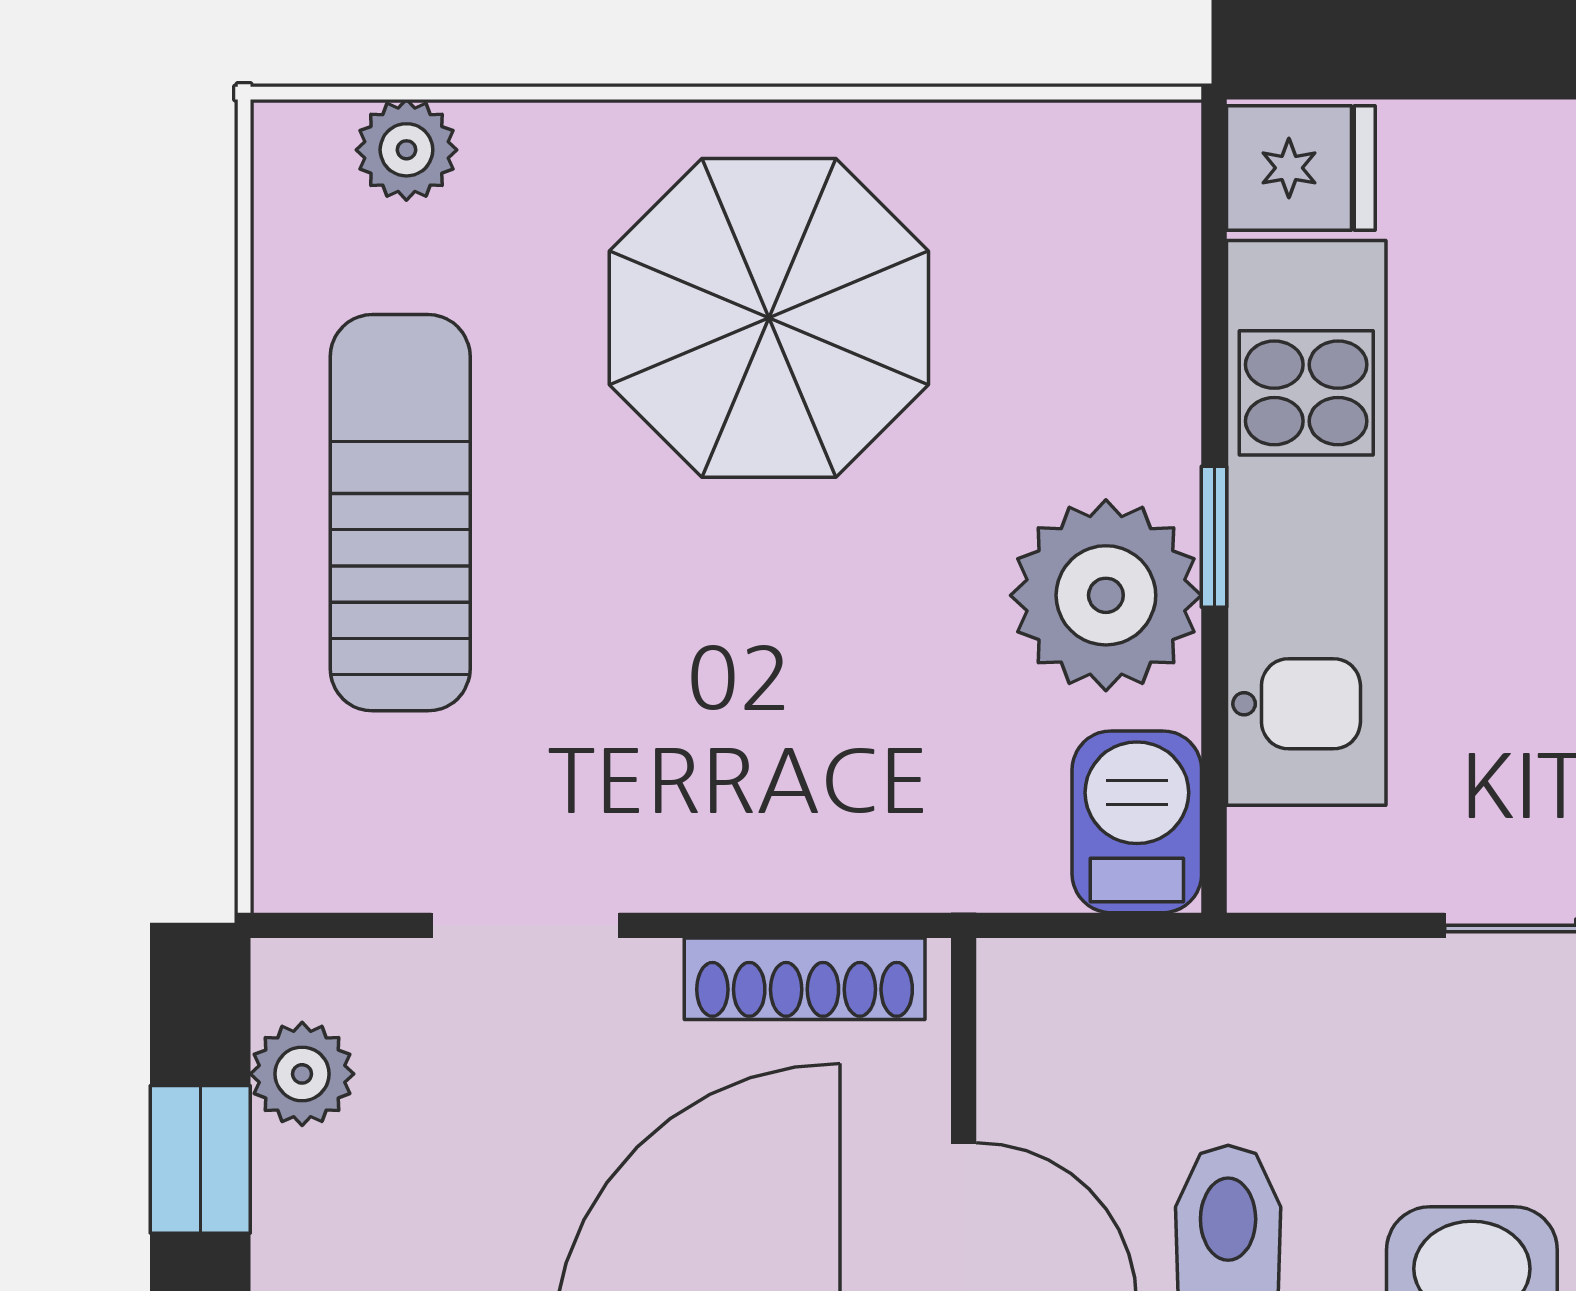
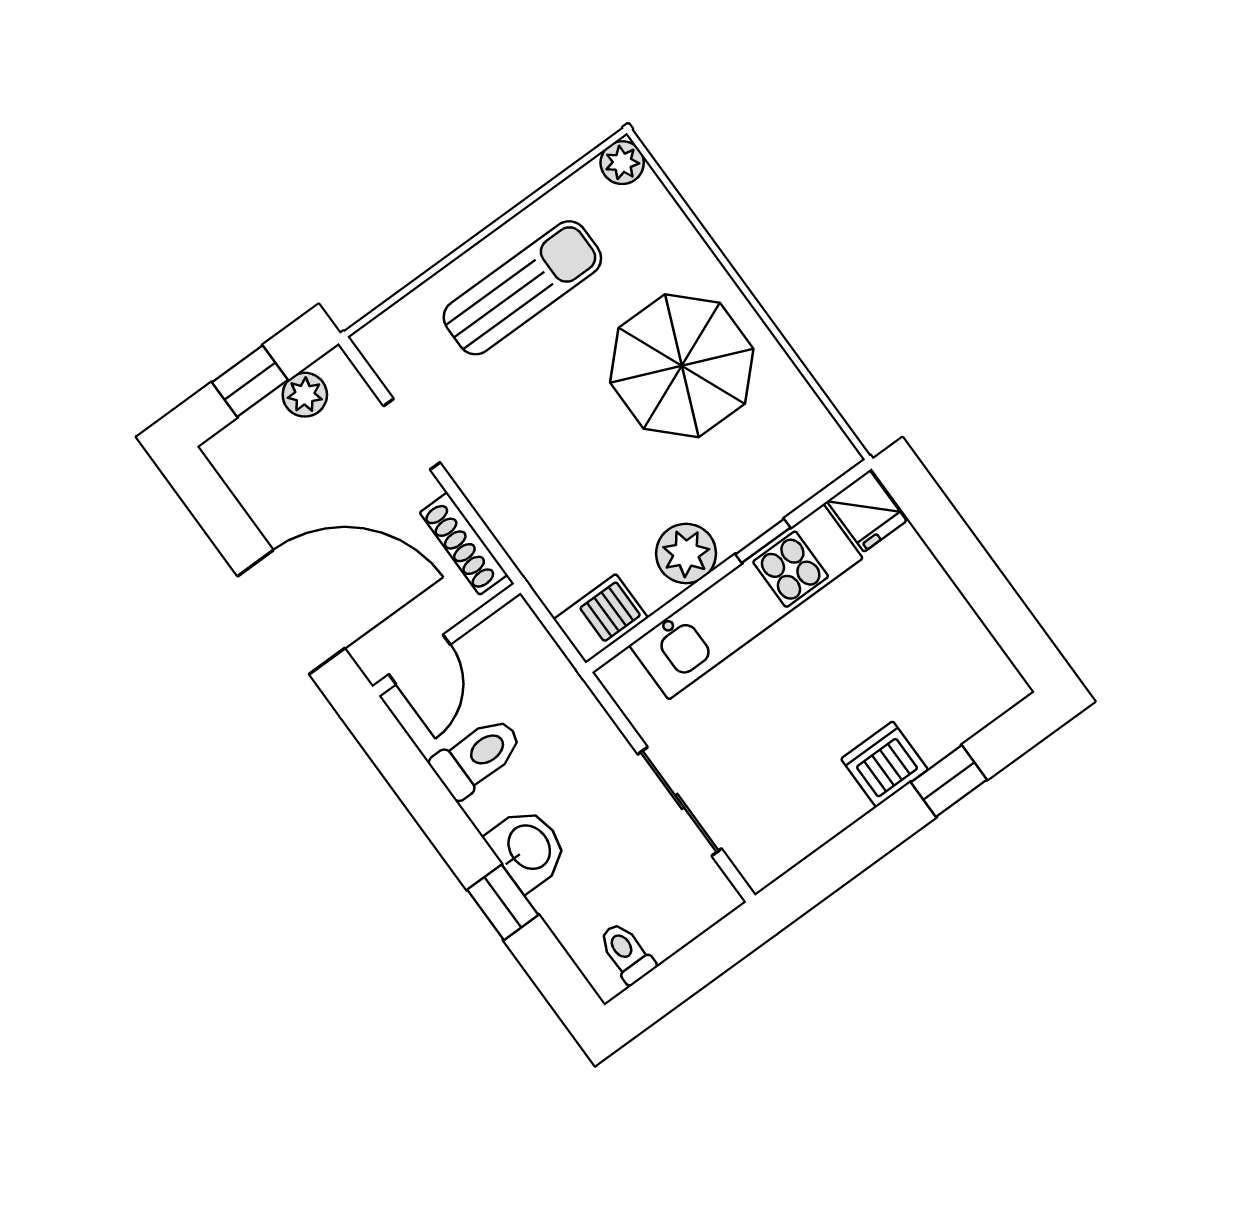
plant: (406, 150) -> (622, 163), moved
window: (1214, 537) -> (763, 541), moved
plant: (1106, 595) -> (686, 553), width x0.73, depth x0.73

